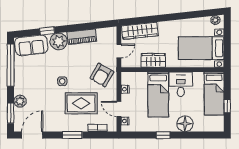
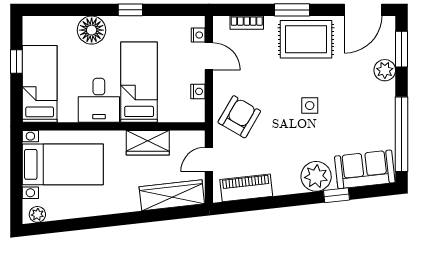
piano: (82, 37) -> (246, 188), moved
rug: (81, 103) -> (306, 39), moved

